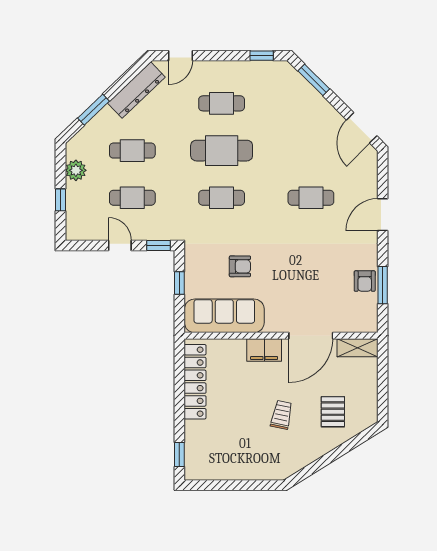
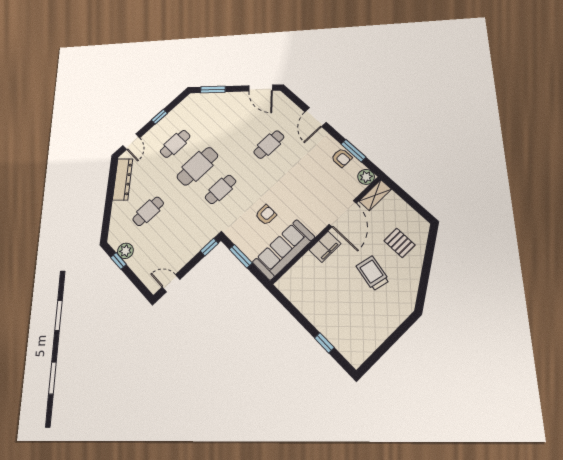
window: (262, 56) -> (159, 117), moved
window: (94, 110) -> (108, 210), removed
cafe table: (132, 198) -> (171, 236), removed
window: (61, 200) -> (118, 261), moved
door: (120, 245) -> (171, 283), moved
window: (179, 283) -> (241, 256), width x1.50
plant: (367, 322) -> (366, 177), added
locker: (195, 382) -> (304, 303), removed
trolley: (282, 415) -> (373, 273), width x1.36, depth x1.39
window: (179, 455) -> (324, 343), moved

